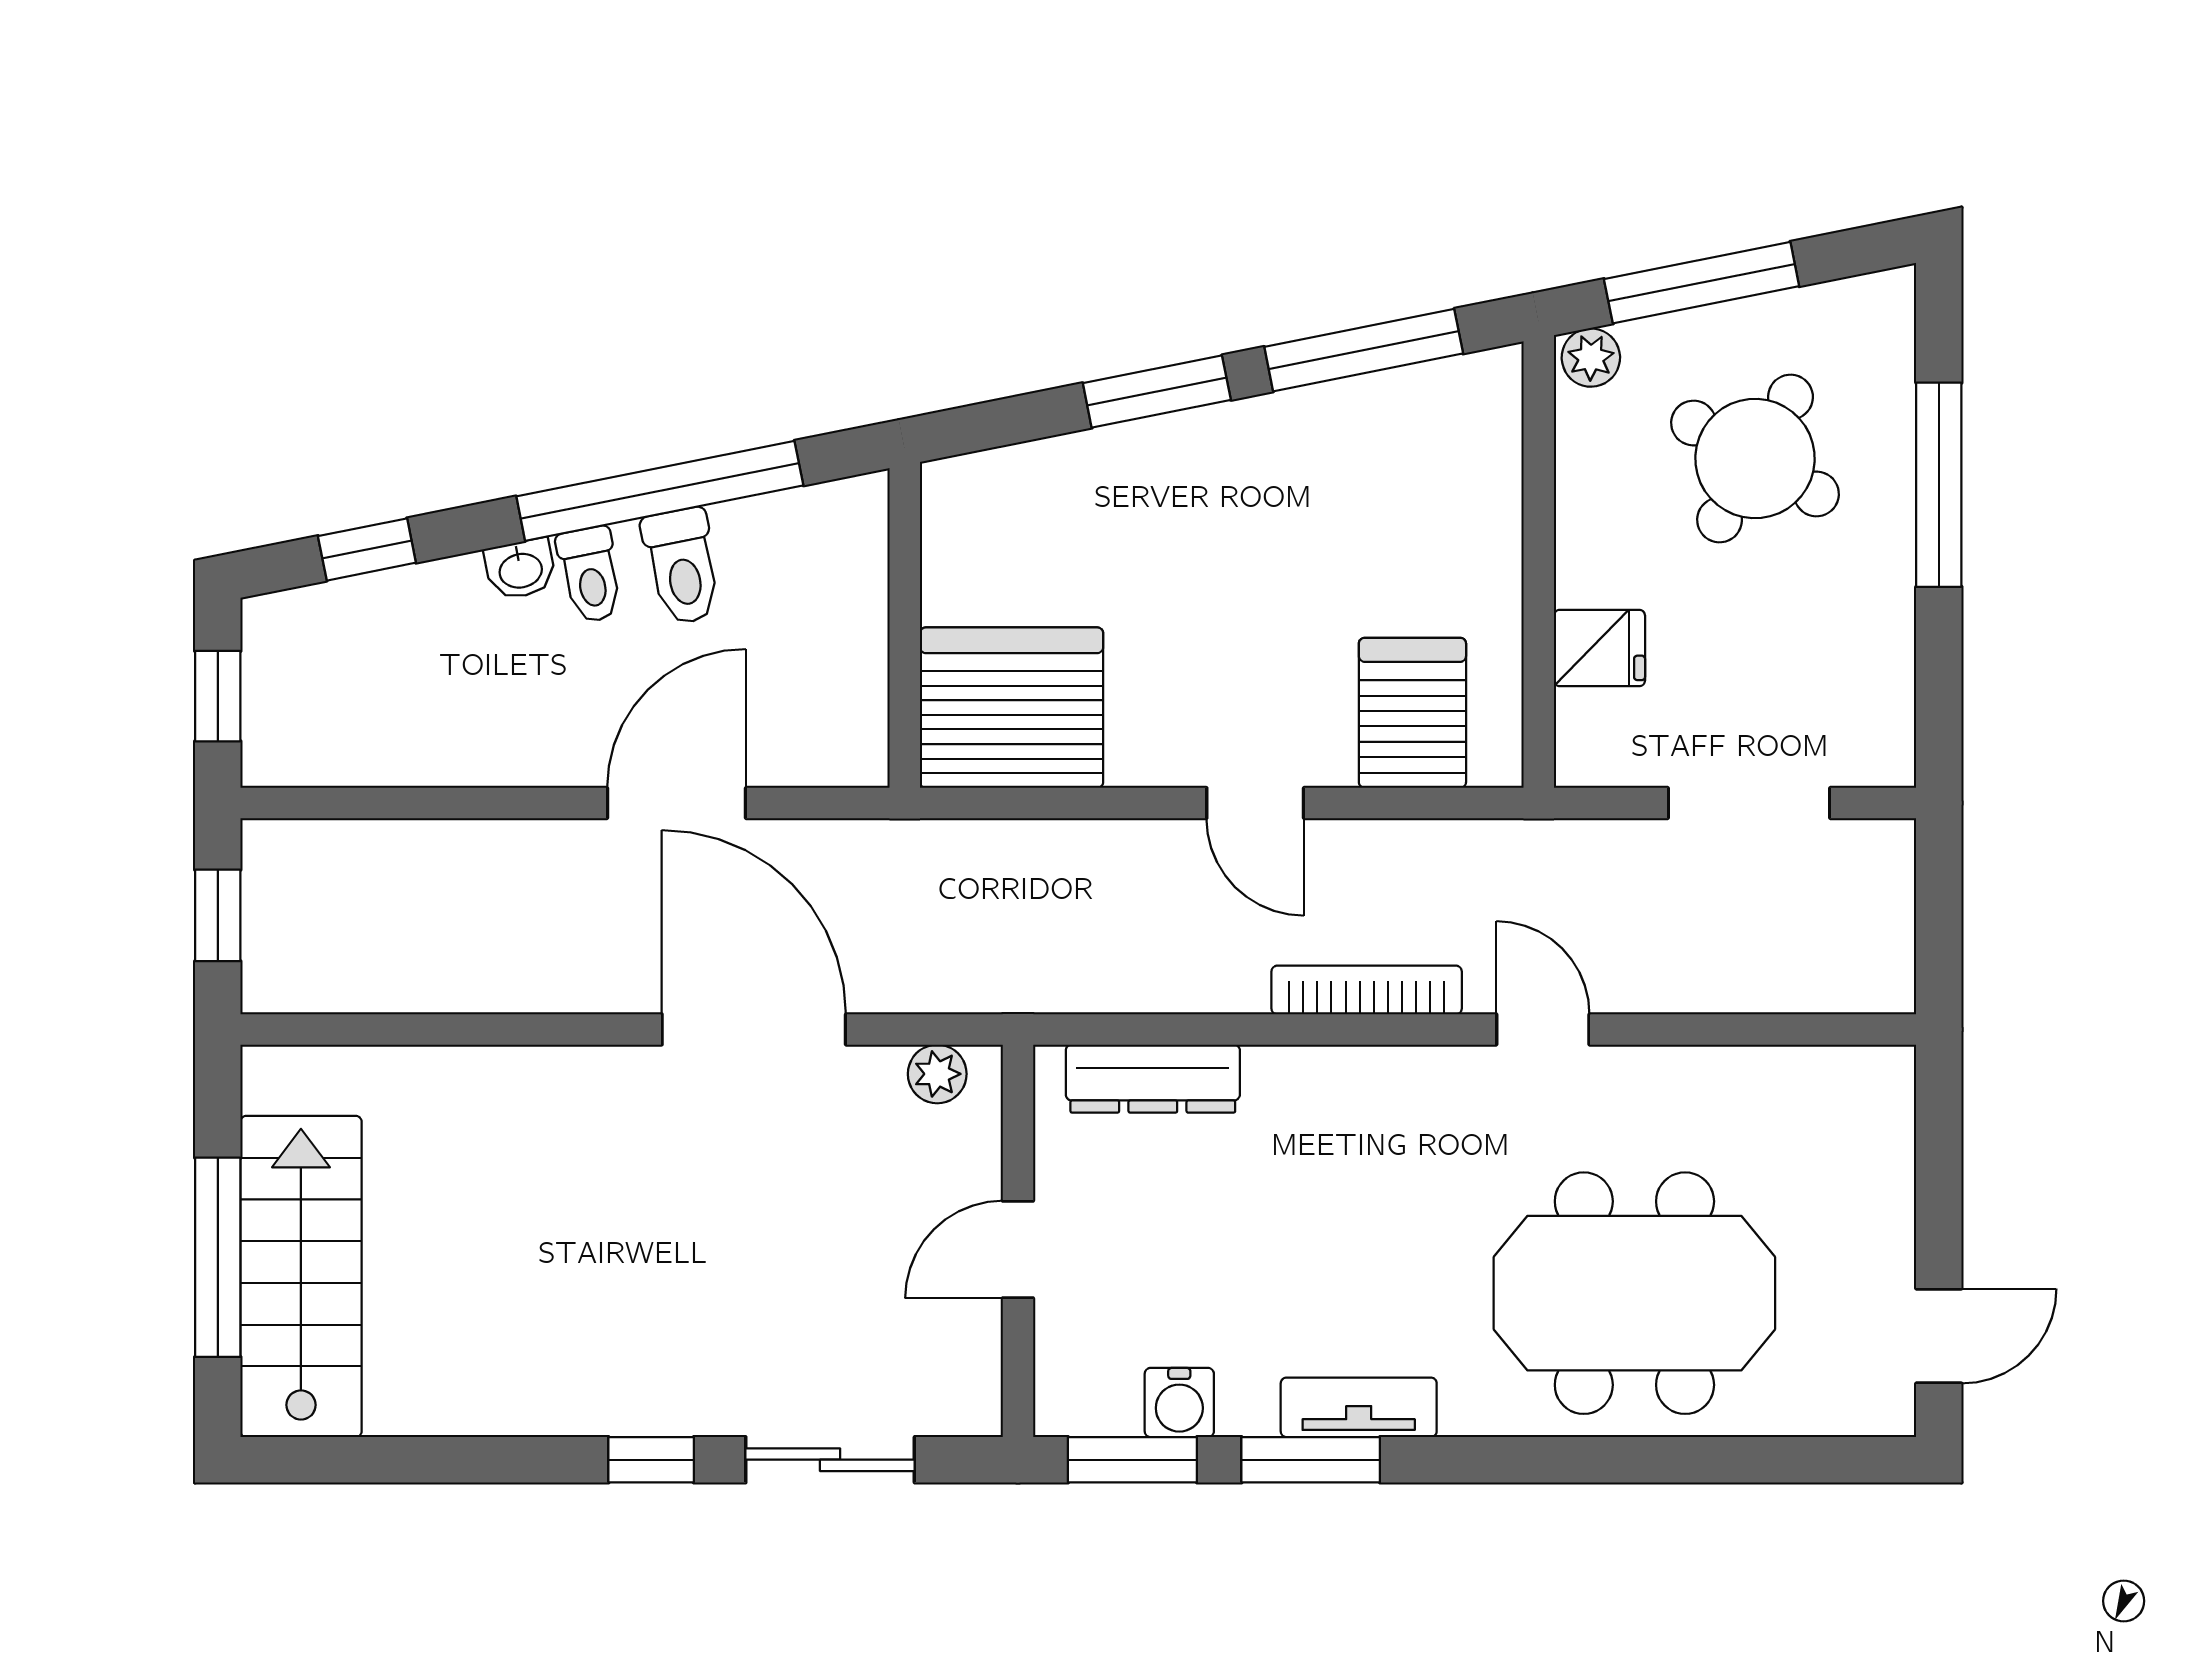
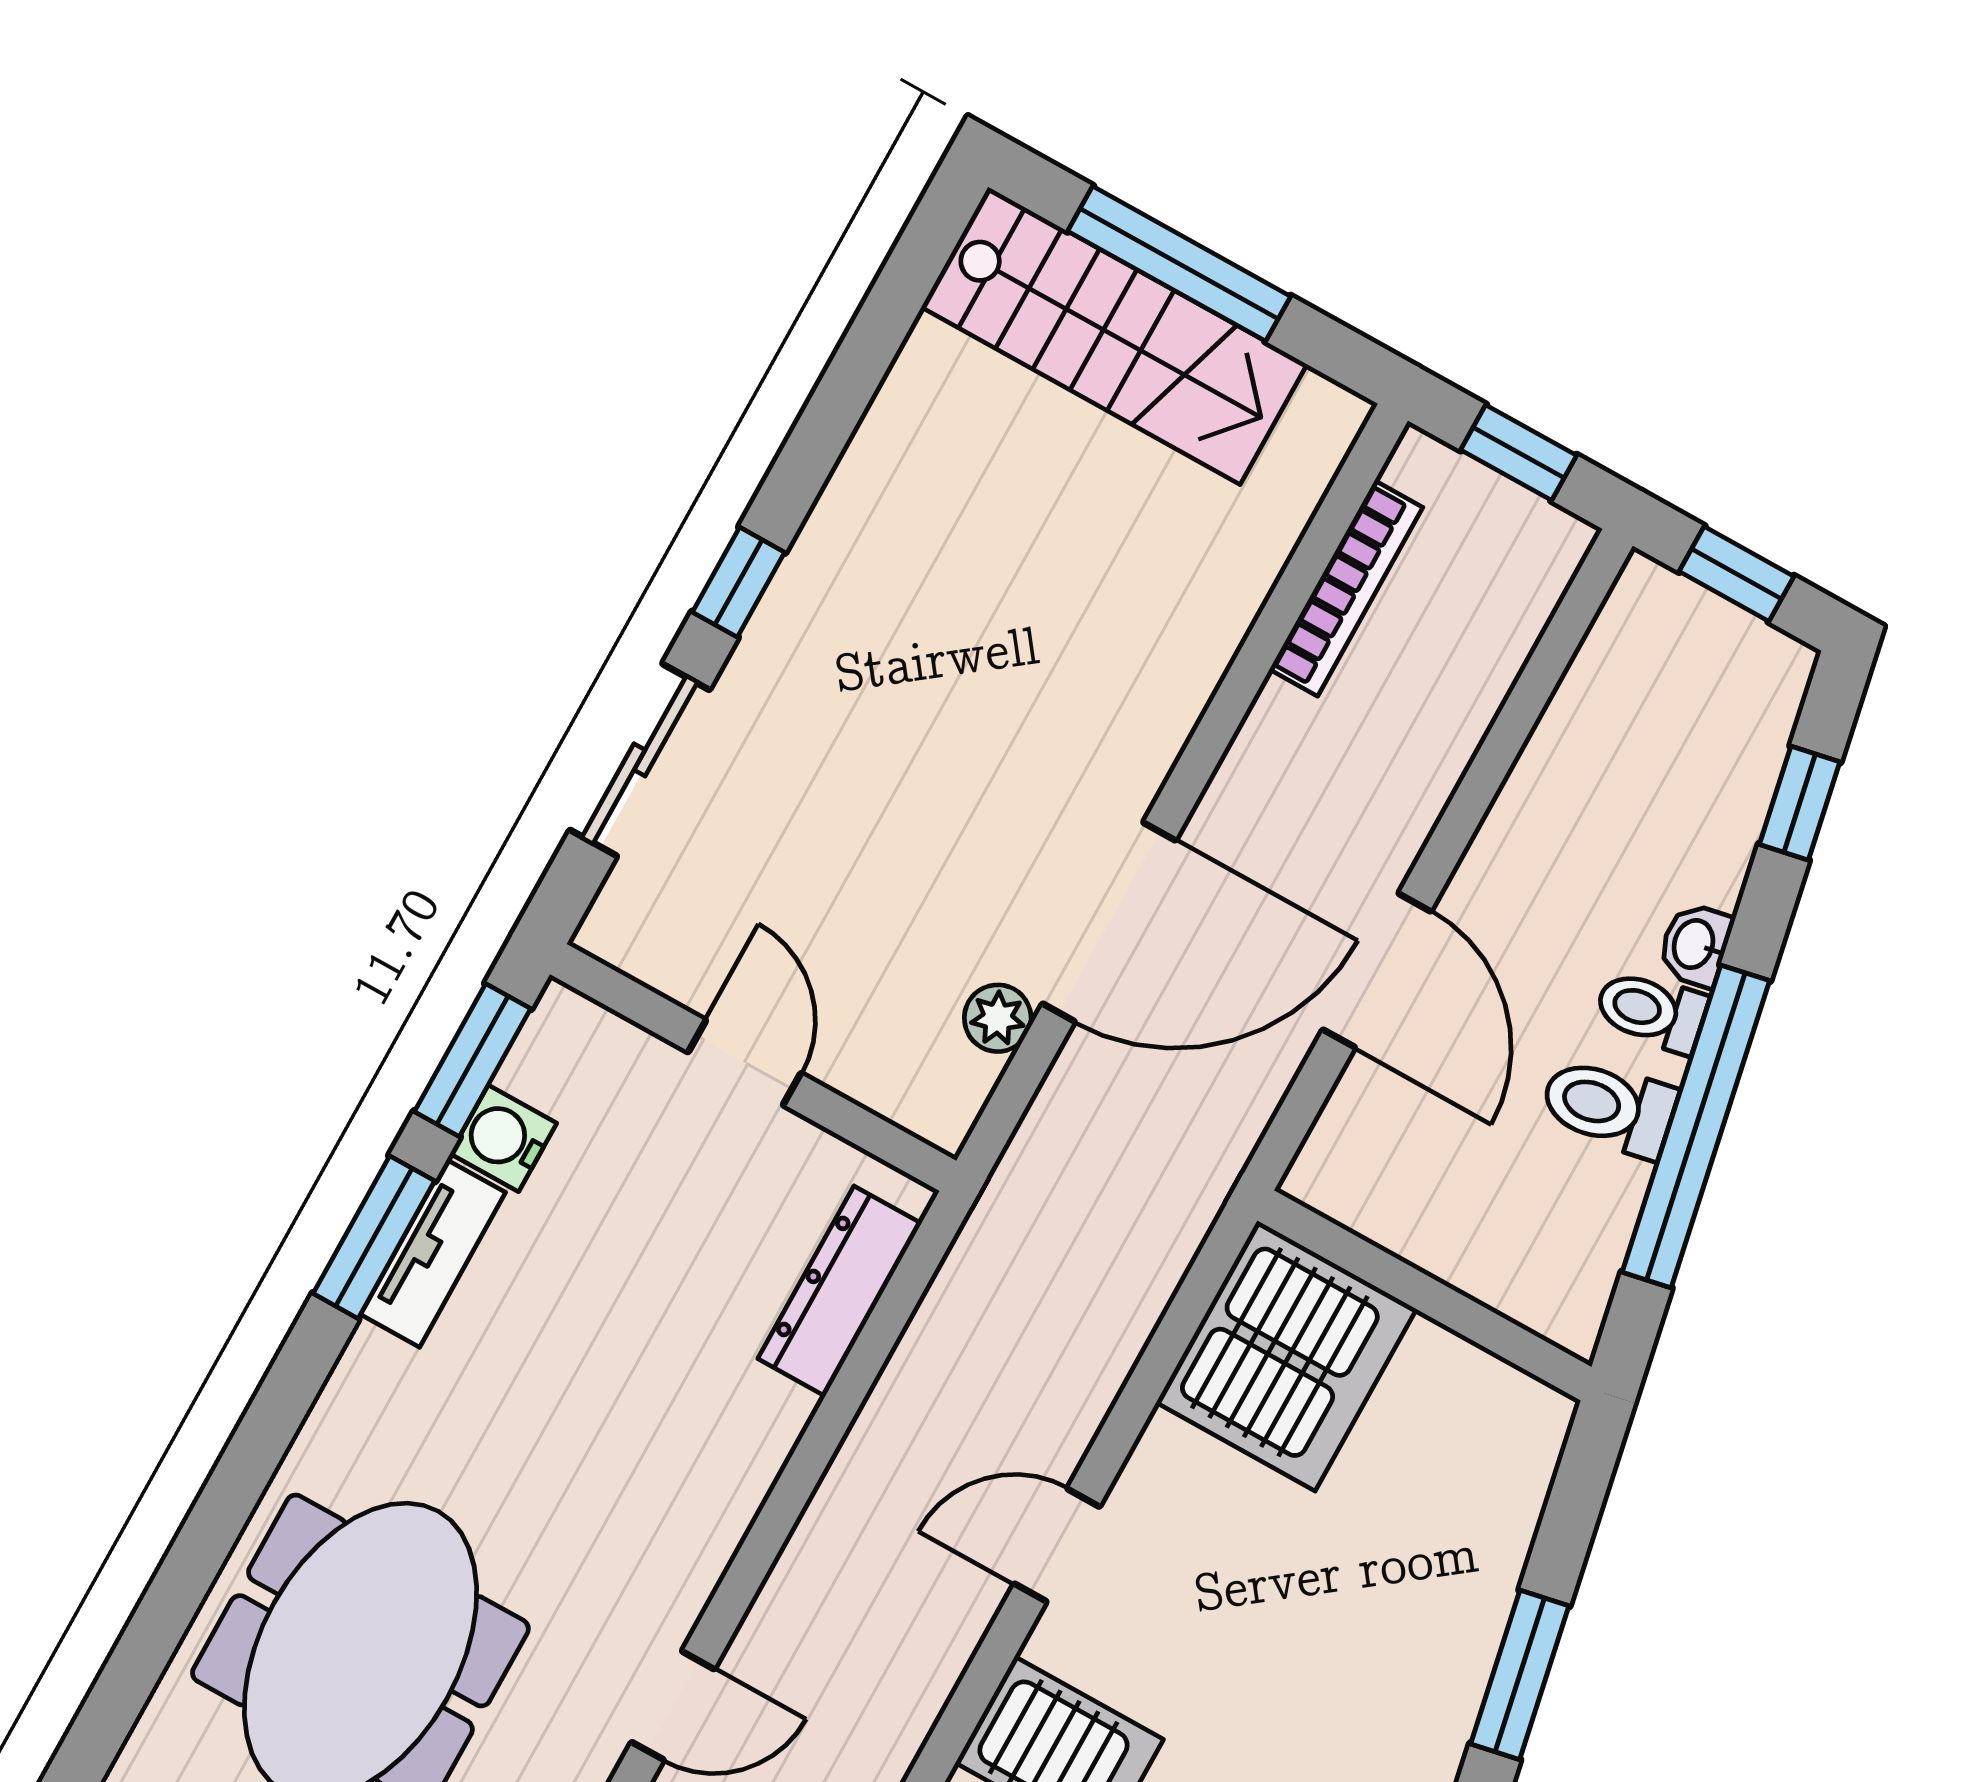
bookcase: (1367, 990) -> (1346, 588), moved
plant: (937, 1074) -> (998, 1018), moved
tv unit: (1359, 1407) -> (433, 1253), moved

